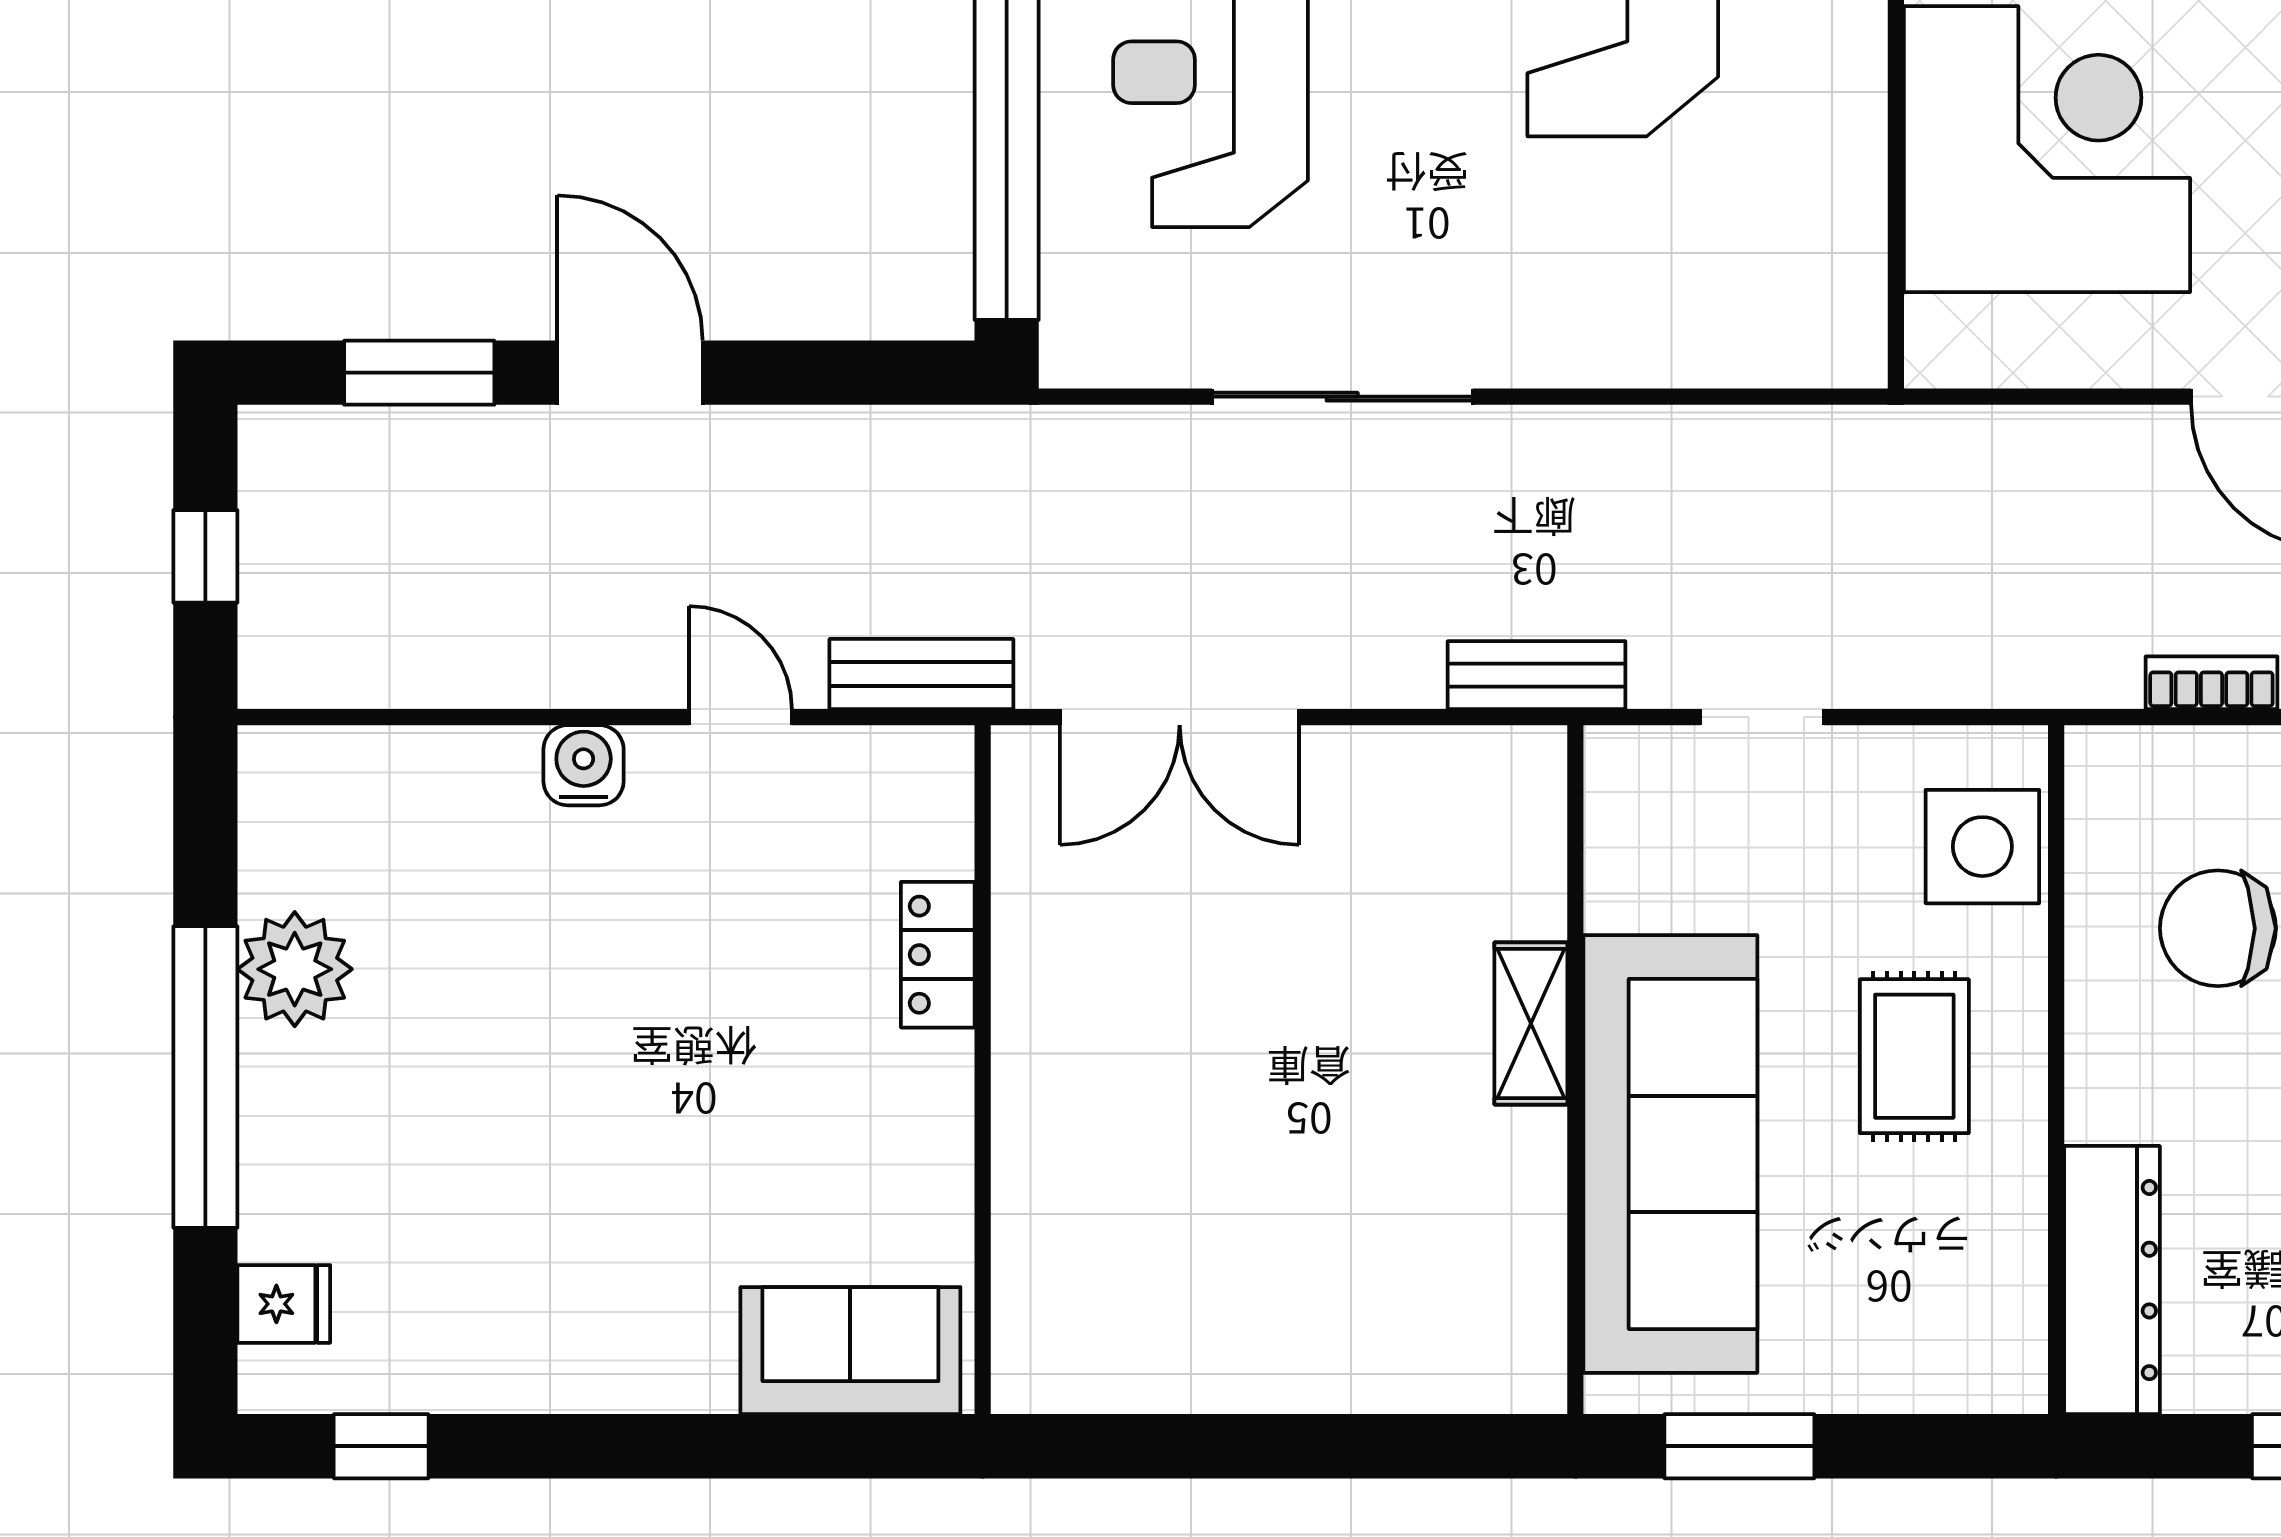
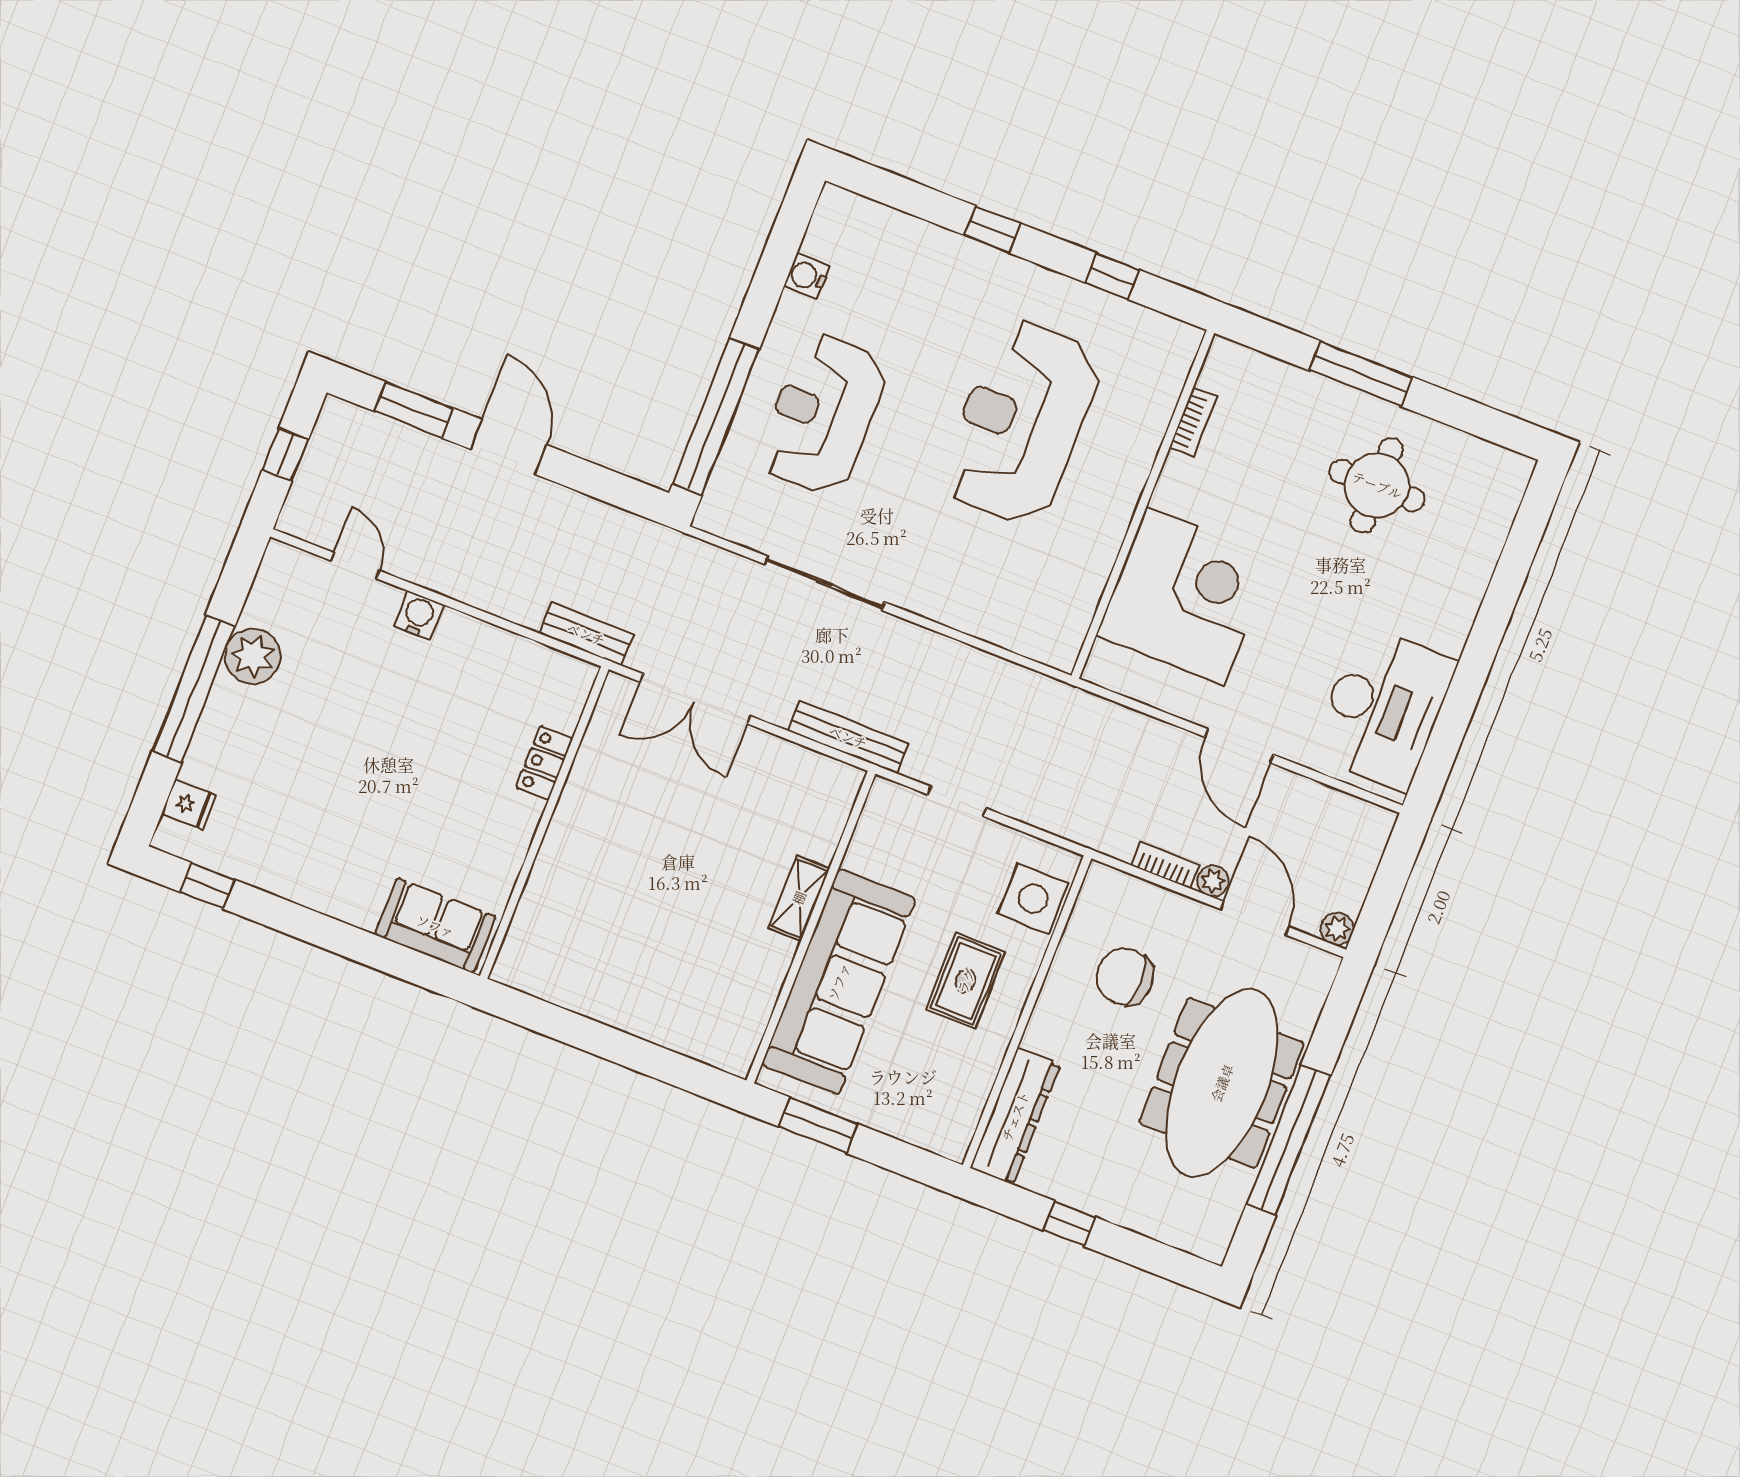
bench: (1536, 675) -> (848, 737), width x1.36
door: (740, 717) -> (355, 566), moved

